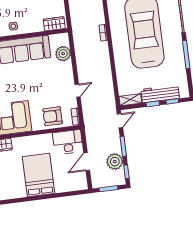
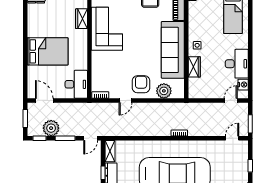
wardrobe: (54, 24) -> (194, 67), moved
door: (78, 91) -> (126, 100), hinge flipped
armchair: (53, 116) -> (141, 84), moved
door: (120, 121) -> (91, 138), hinge flipped
door: (87, 162) -> (44, 100), moved

